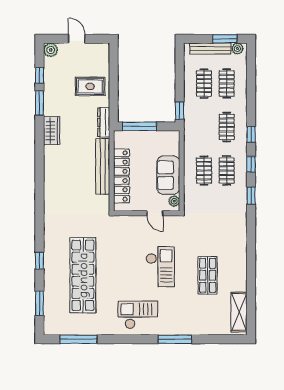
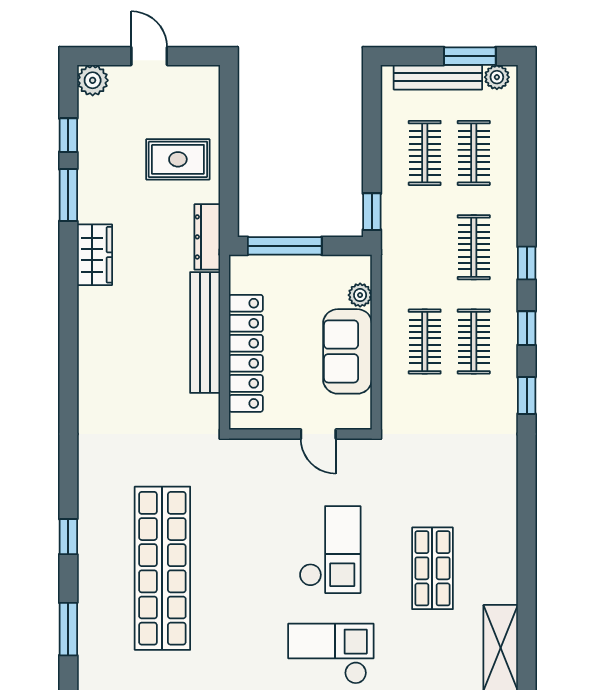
plant: (174, 201) -> (360, 295), moved
checkout: (138, 315) -> (331, 654), moved

